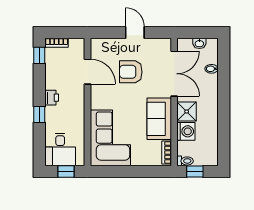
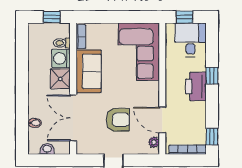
bookcase: (57, 43) -> (188, 150), width x1.56
plant: (96, 50) -> (154, 142), added
printer: (52, 98) -> (196, 86), width x1.87, depth x1.48
toilet: (185, 161) -> (62, 43), moved

